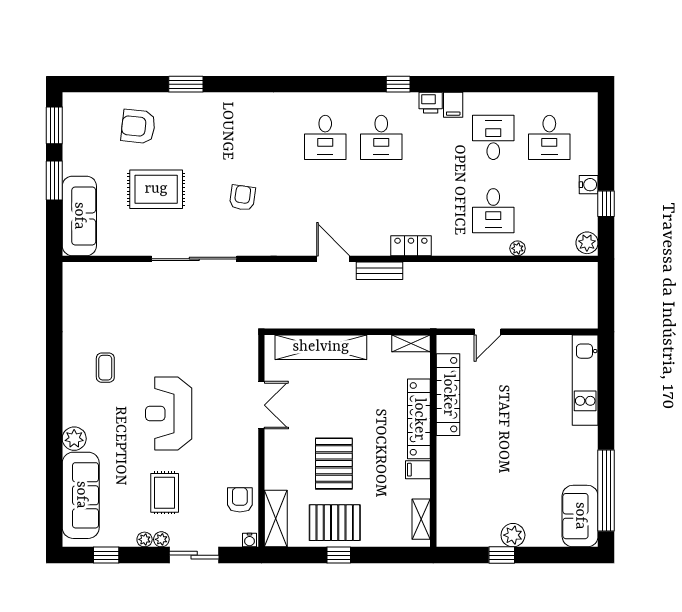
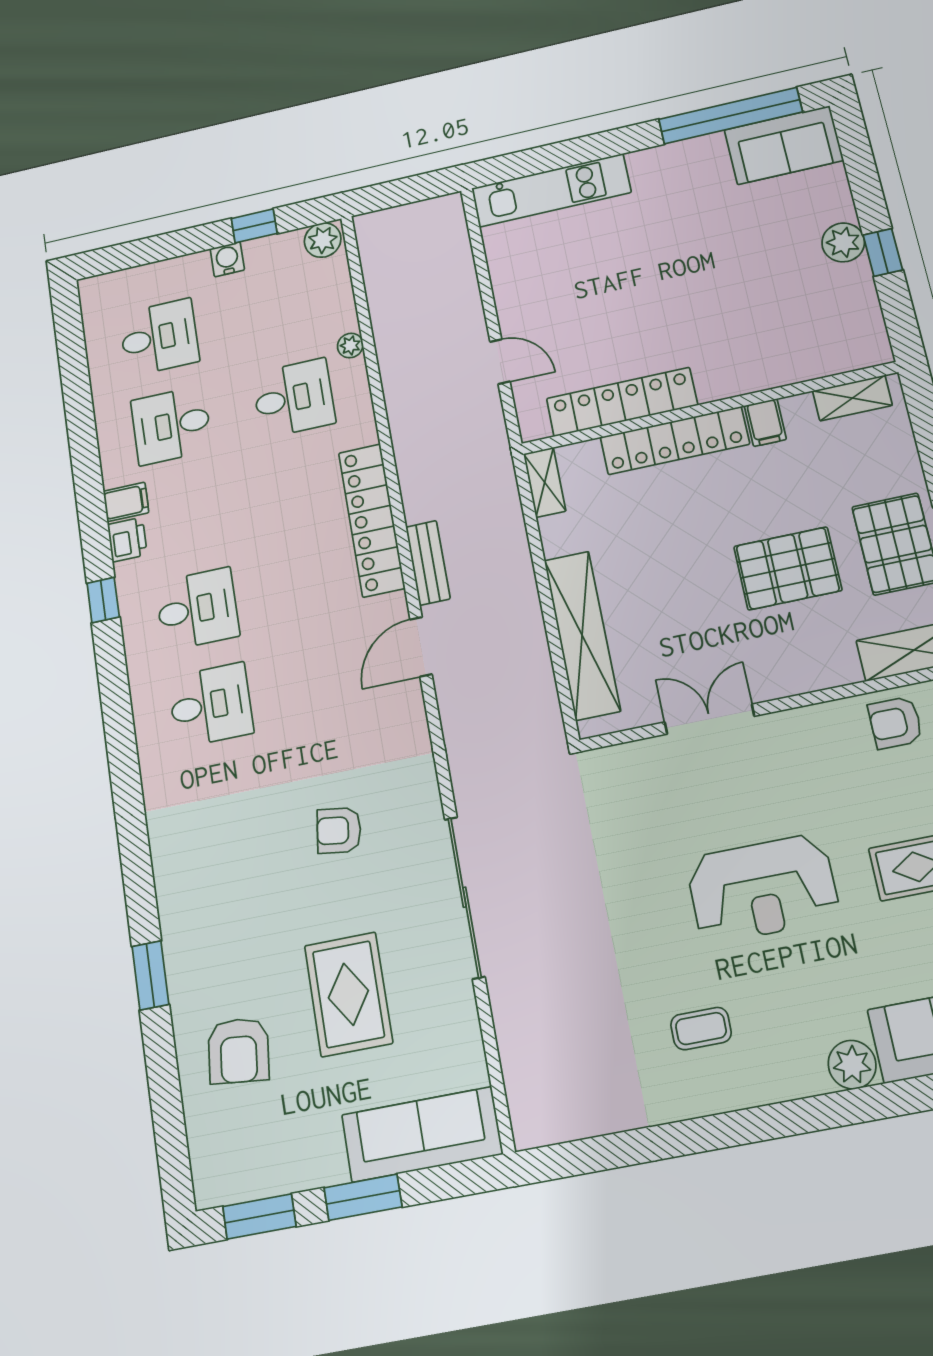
locker: (411, 246) -> (372, 520), width x2.16, depth x1.21

